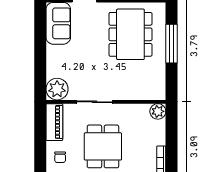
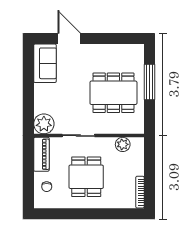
dining table: (130, 34) -> (113, 93), moved, turned 90
plant: (158, 111) -> (123, 144), moved

